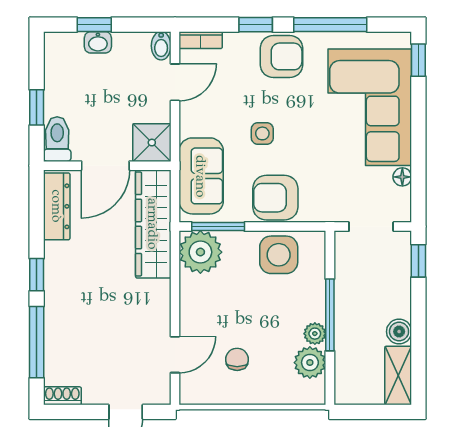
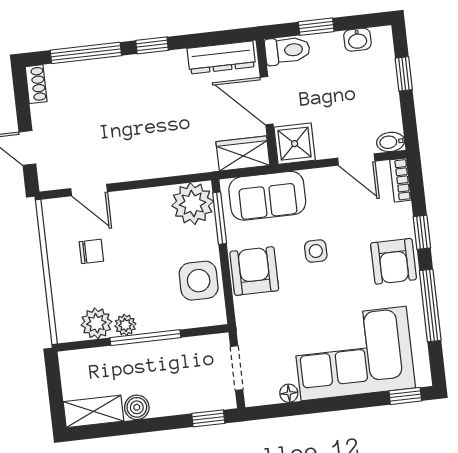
washbasin: (98, 42) -> (357, 40), moved, turned -90
wardrobe: (153, 224) -> (243, 154), width x0.48, depth x0.85

